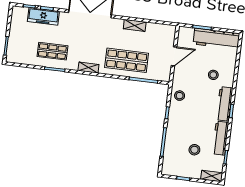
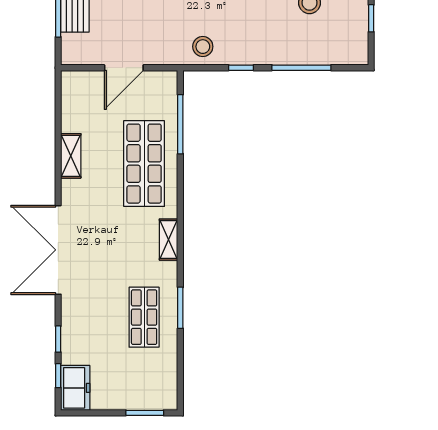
freezer: (43, 16) -> (75, 388), moved, width x0.71
door: (174, 56) -> (124, 68), swing flipped

